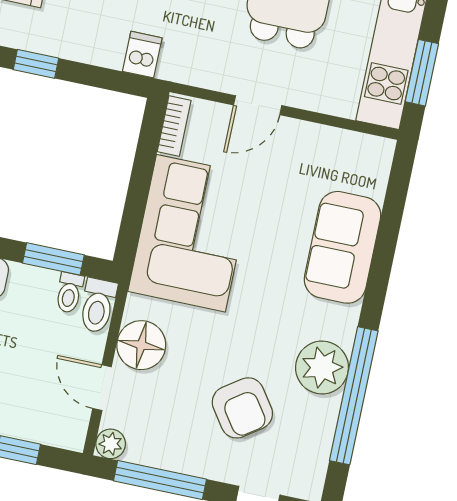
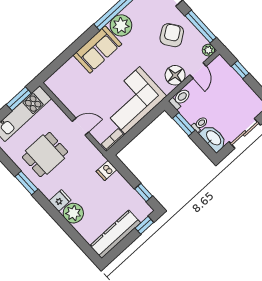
sofa: (342, 247) -> (97, 50), moved
toilet: (69, 293) -> (200, 124), moved
armchair: (242, 408) -> (172, 35), moved

